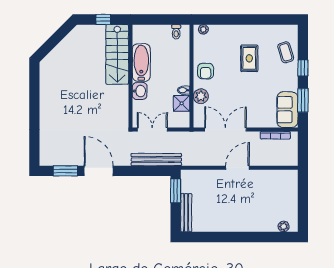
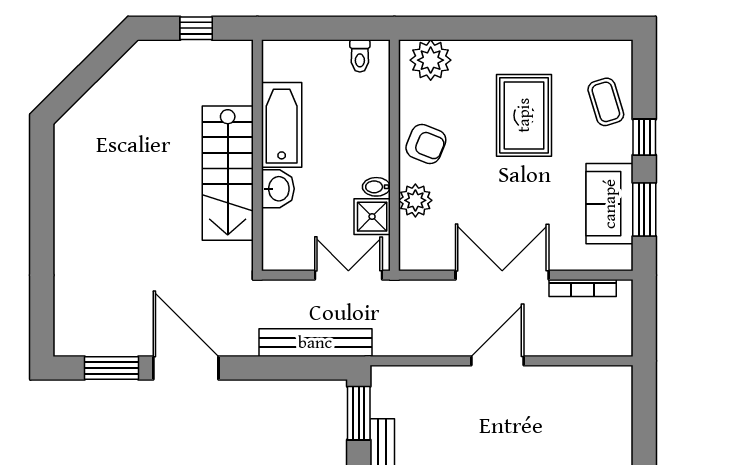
plant: (203, 29) -> (431, 60), width x1.88, depth x1.88
stairs: (117, 54) -> (228, 173), moved
rug: (249, 58) -> (524, 115), width x1.36, depth x1.43
armchair: (206, 71) -> (426, 144), turned -68
sofa: (287, 110) -> (610, 204), moved
double door: (152, 130) -> (348, 275), moved
double door: (225, 130) -> (502, 275), moved

